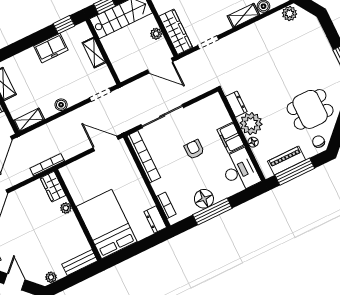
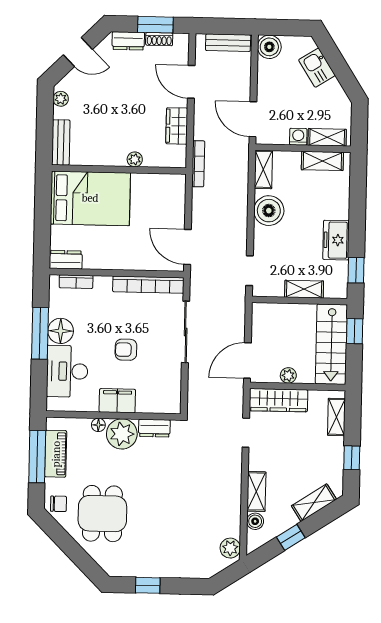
boiler: (61, 105) -> (269, 211), width x1.86, depth x1.86
door: (106, 144) -> (188, 247), swing flipped
armchair: (194, 149) -> (126, 350), turned 180
desk: (240, 171) -> (67, 371), moved, turned 90
wardrobe: (53, 187) -> (177, 126), moved, turned -90

